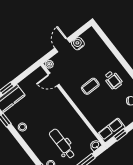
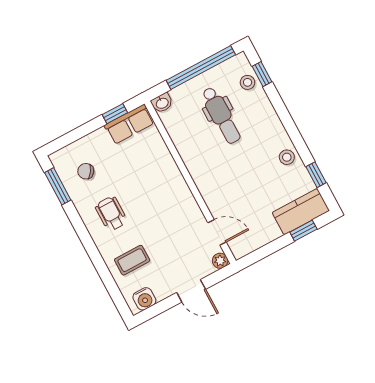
water cooler: (78, 44) -> (144, 299), moved
door: (62, 45) -> (191, 291), hinge flipped
coffee table: (90, 86) -> (132, 260), moved

